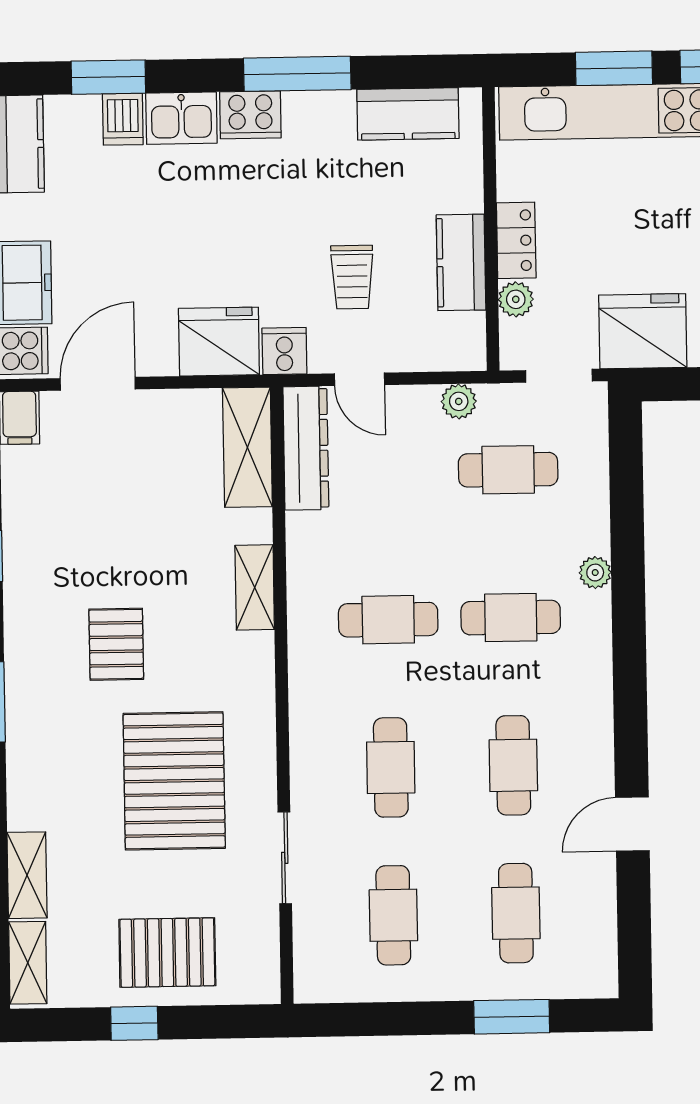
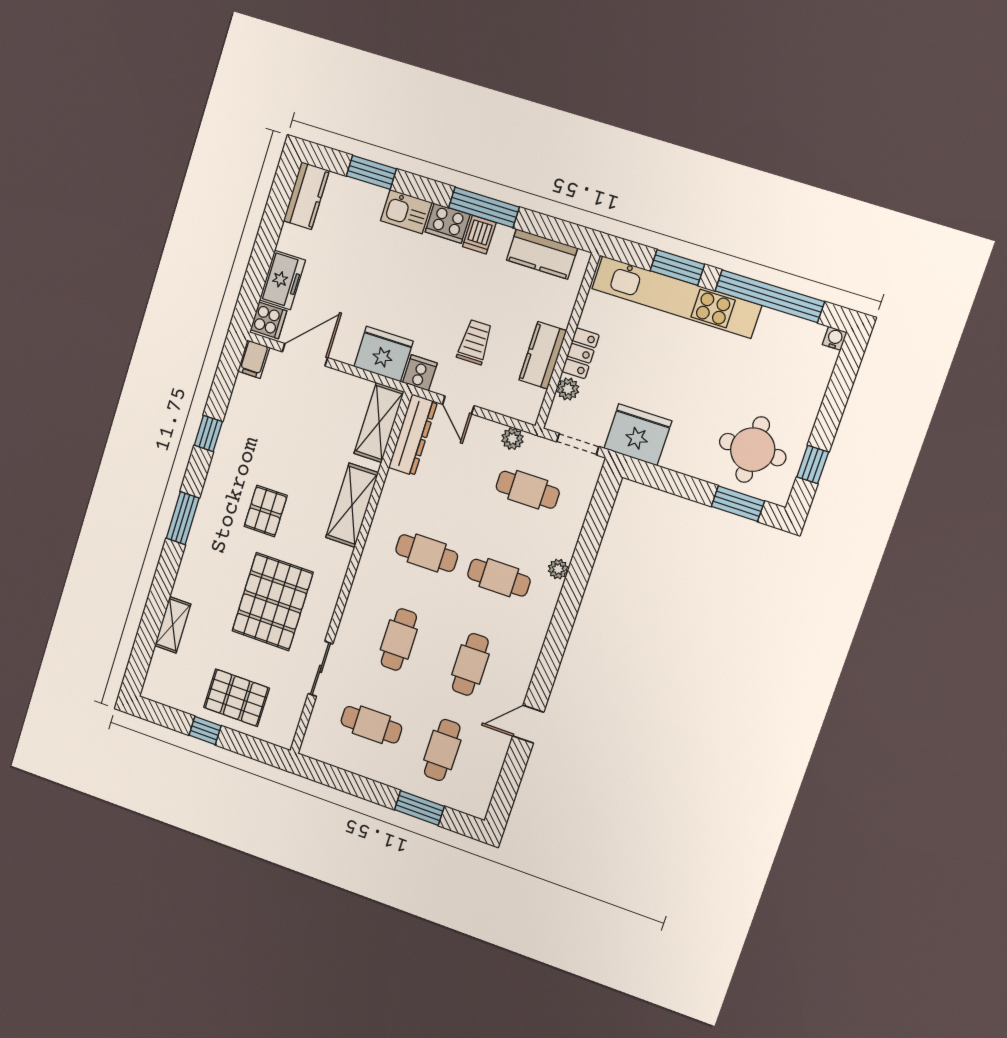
dishwasher: (123, 119) -> (479, 235), moved
trolley: (352, 277) -> (475, 342), turned 180
shelving: (255, 587) -> (352, 505), width x1.50, depth x1.33
cafe table: (393, 915) -> (371, 725), turned 90
shelving: (28, 963) -> (157, 674), removed

